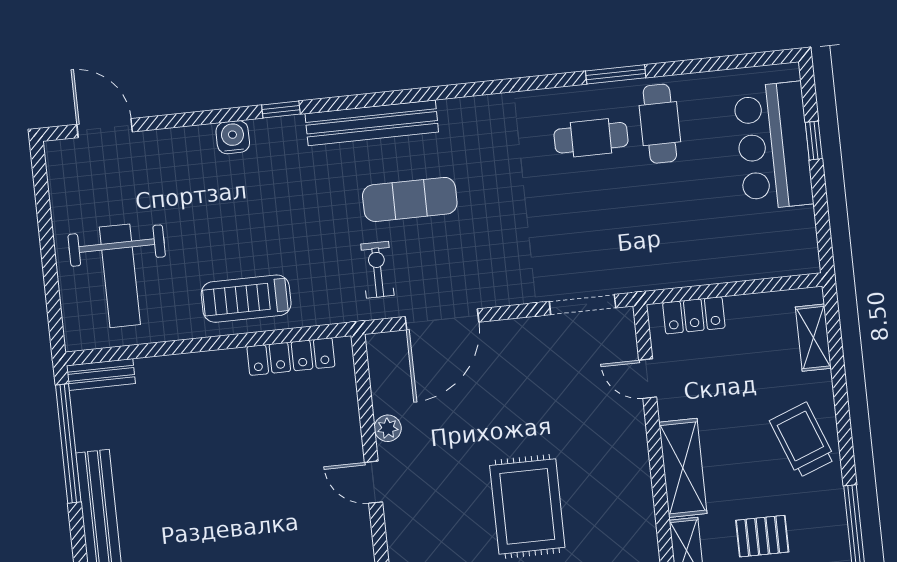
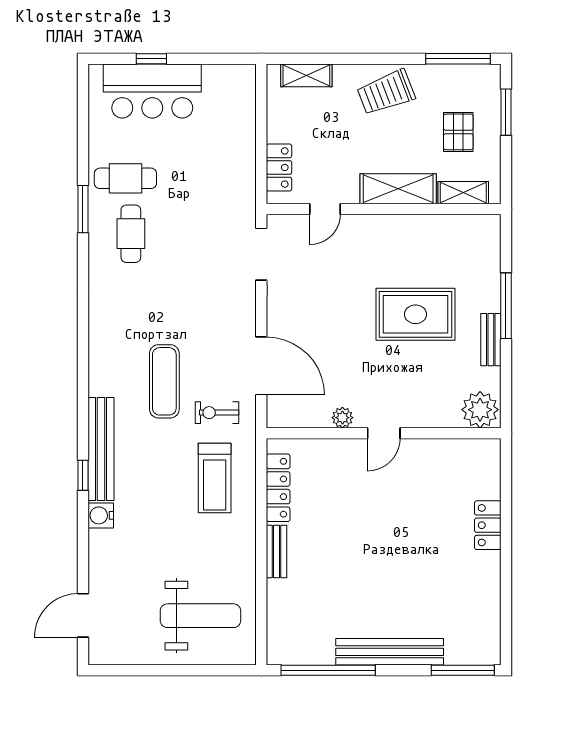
bench: (372, 123) -> (101, 449), moved
treadmill: (246, 299) -> (215, 478), moved
bench: (101, 374) -> (276, 551), moved

